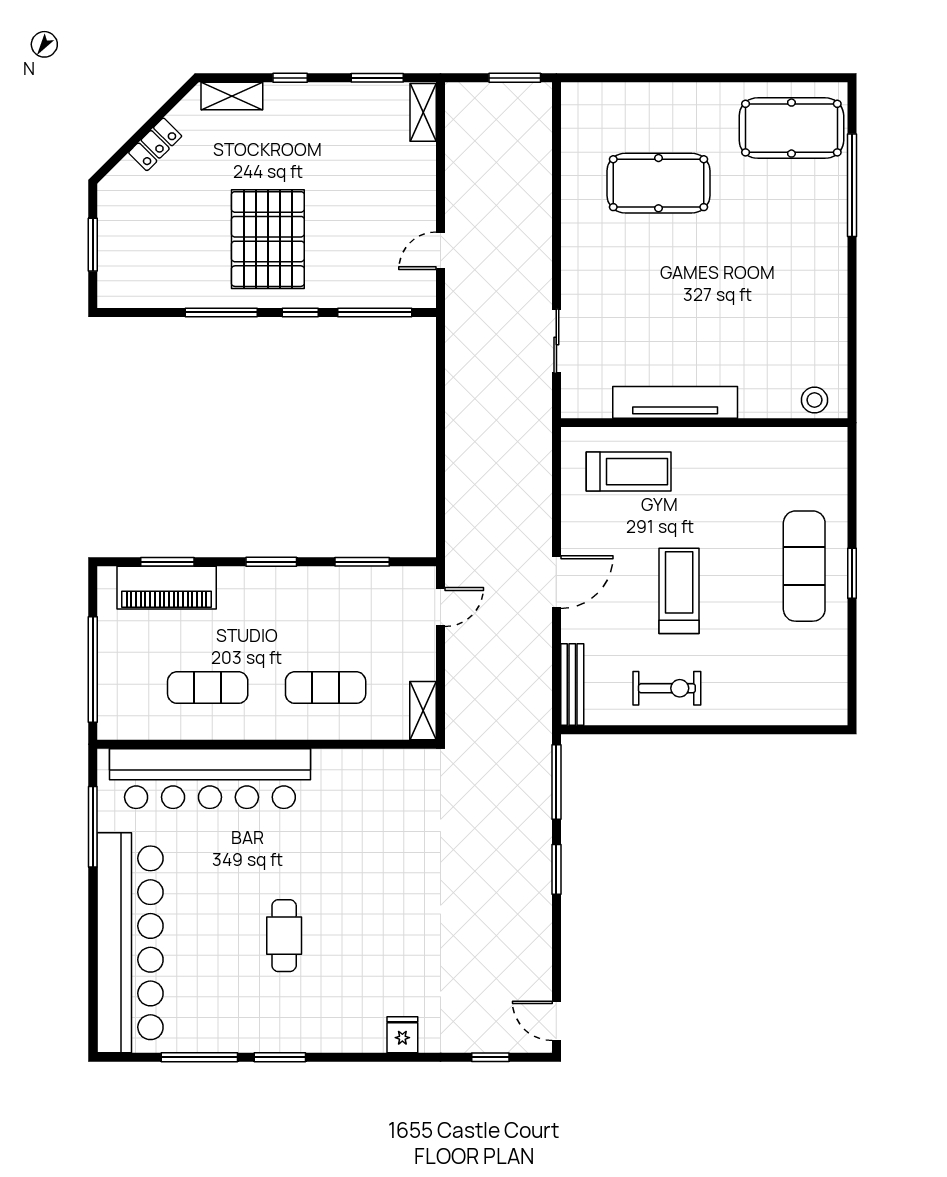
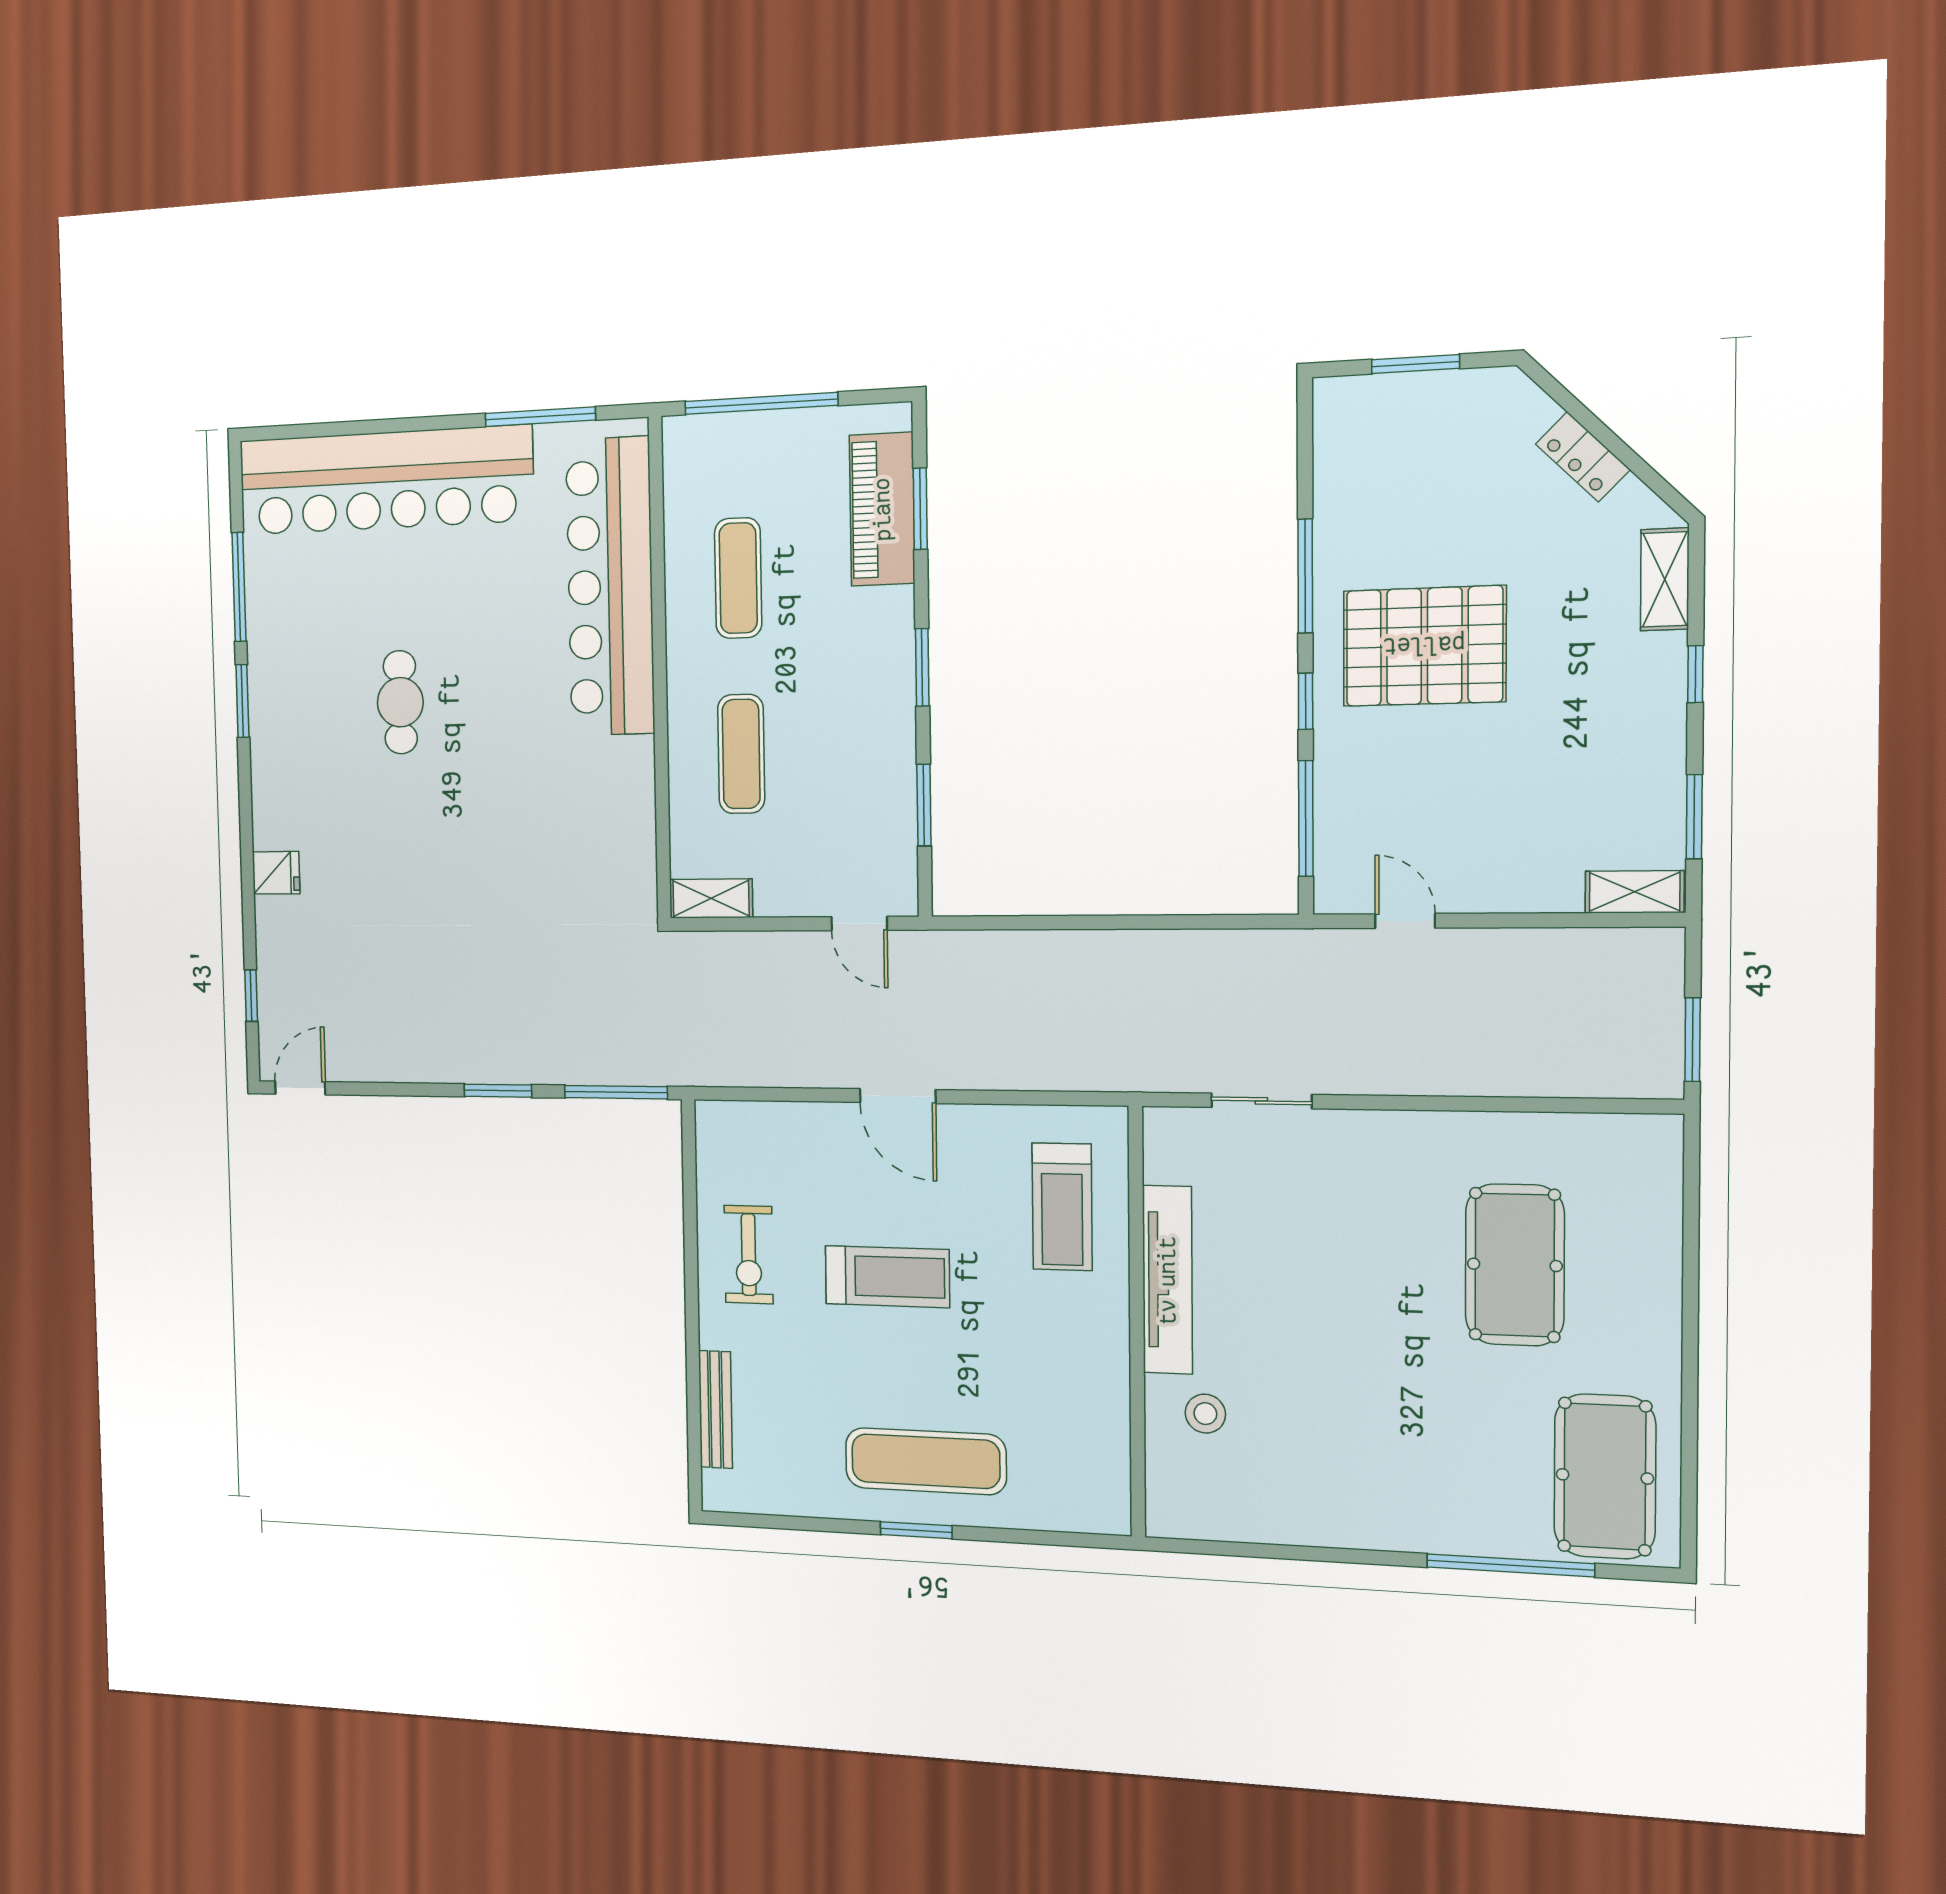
stool: (814, 400) -> (1205, 1414), moved
bench: (572, 685) -> (715, 1410), moved, turned 90
cafe table: (284, 936) -> (400, 702), turned 90

